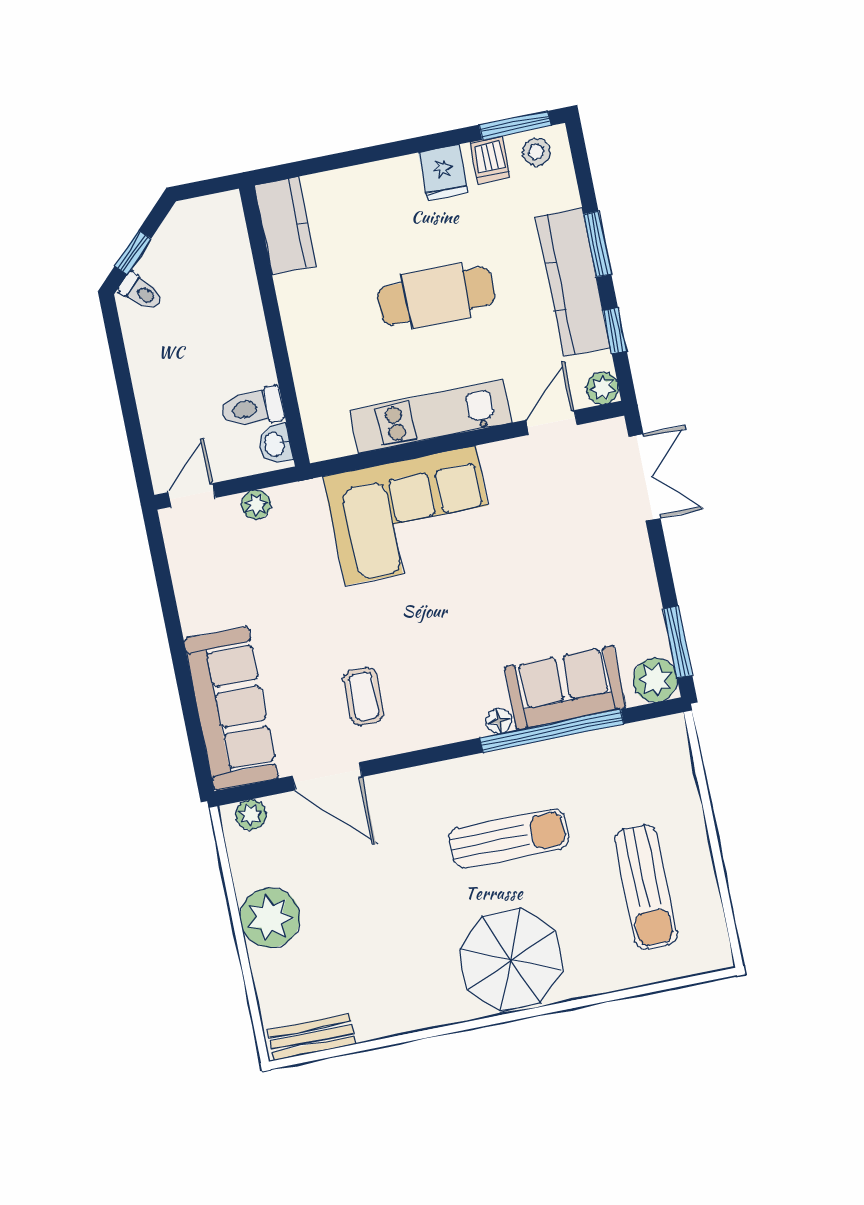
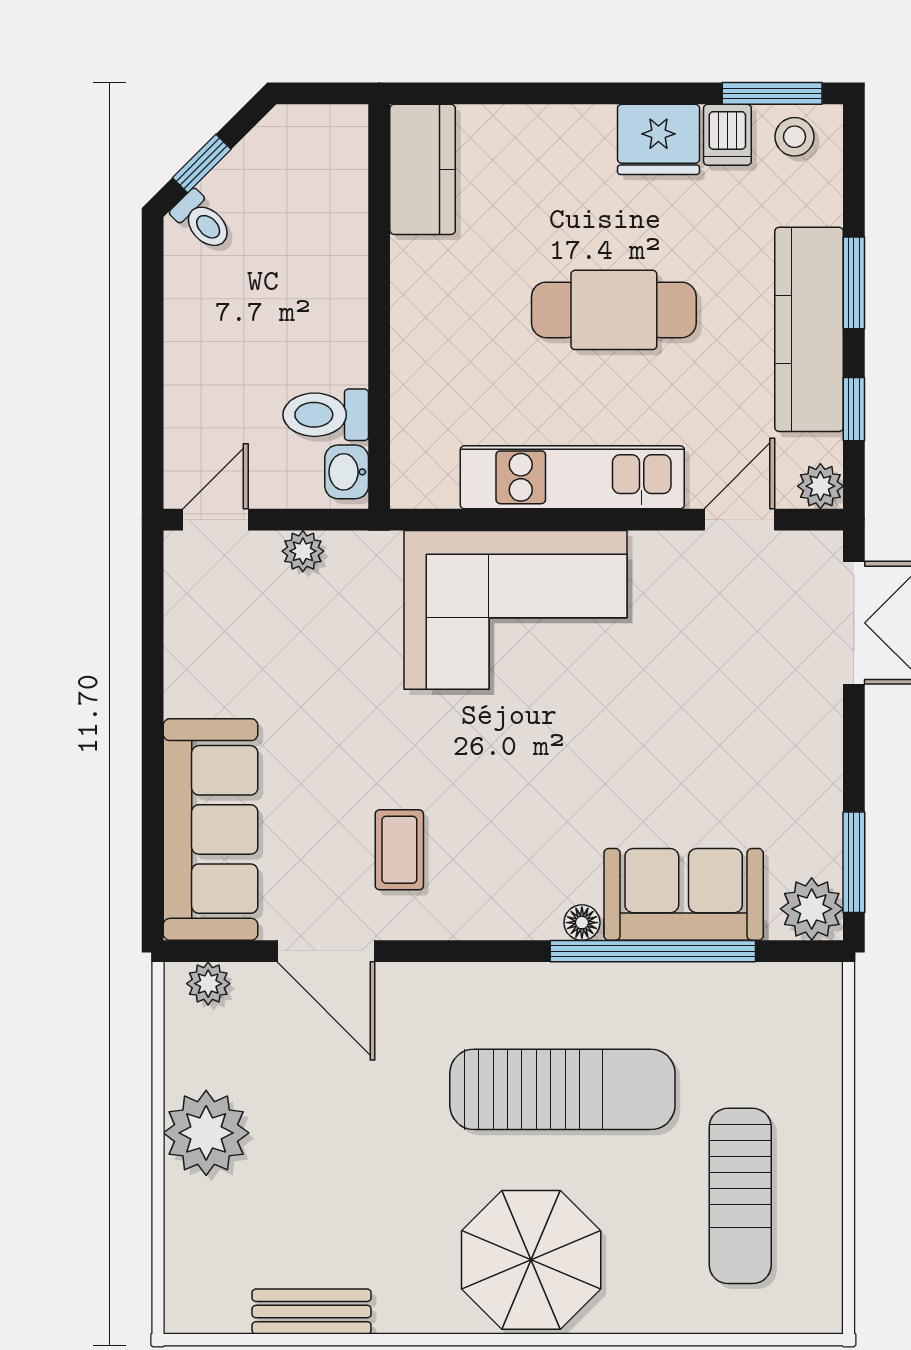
fridge: (443, 173) -> (658, 139), width x1.38
sun lounger: (509, 838) -> (562, 1089), width x1.36, depth x1.34
bench: (312, 1037) -> (312, 1312), moved

